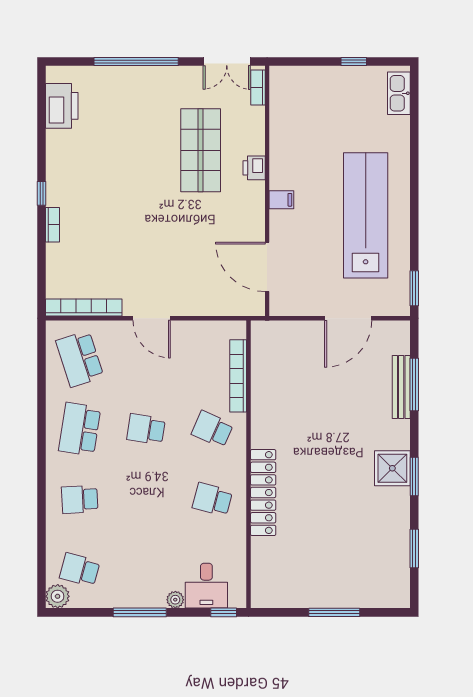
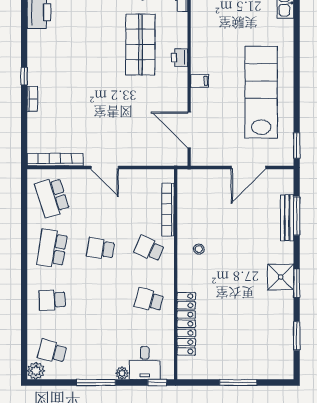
stool: (280, 430) -> (199, 249), added
locker: (263, 493) -> (186, 324), moved

